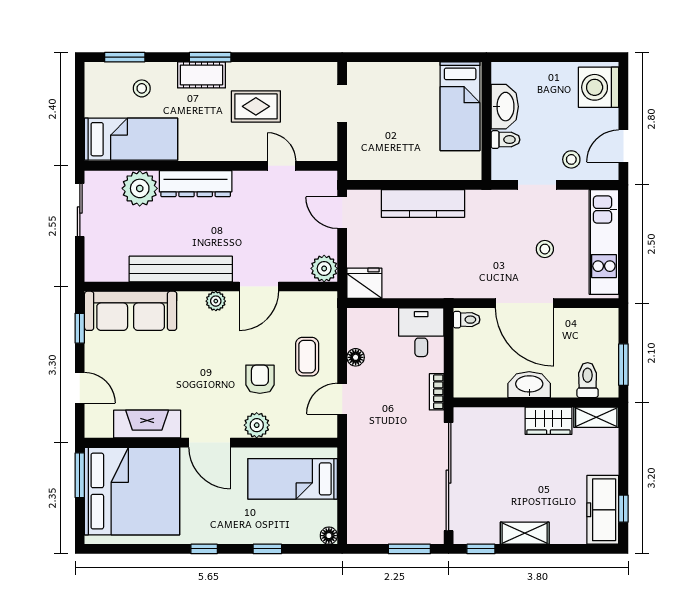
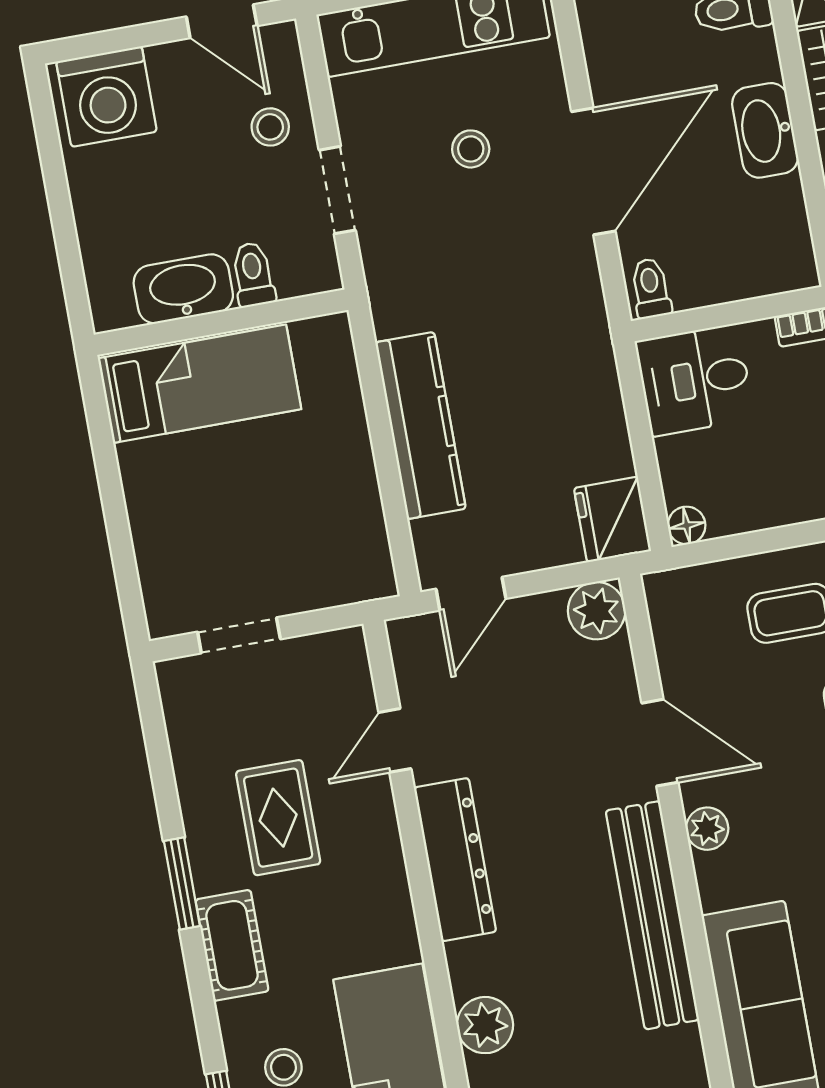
window: (210, 57) -> (182, 883), moved
dresser: (196, 184) -> (455, 860), moved
plant: (140, 188) -> (485, 1025), width x0.73, depth x0.73
floor lamp: (356, 357) -> (687, 525), moved

